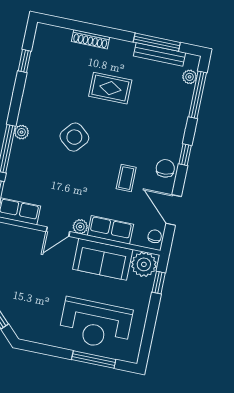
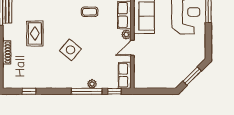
plant: (22, 132) -> (92, 84), moved
door: (58, 232) -> (132, 48), swing flipped

